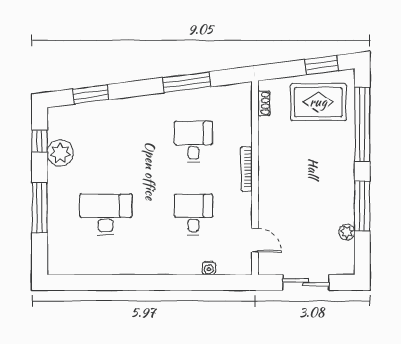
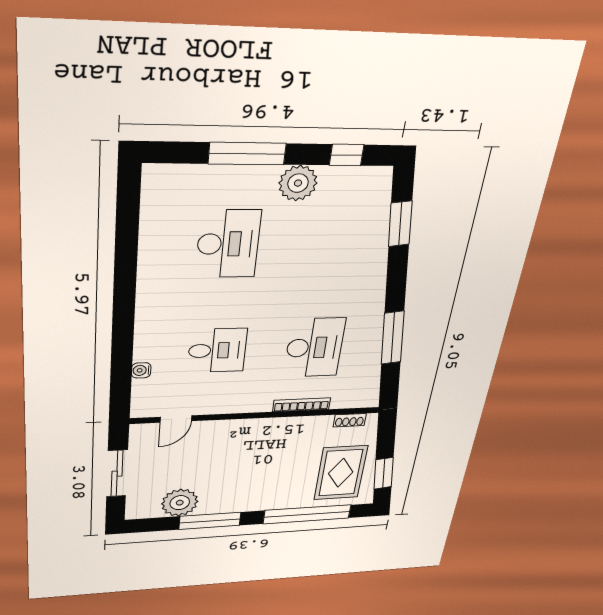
desk: (193, 142) -> (314, 348), width x1.37
plant: (60, 153) -> (298, 183), moved
bookcase: (247, 169) -> (302, 405), moved
plant: (347, 232) -> (180, 503), width x1.88, depth x1.88

